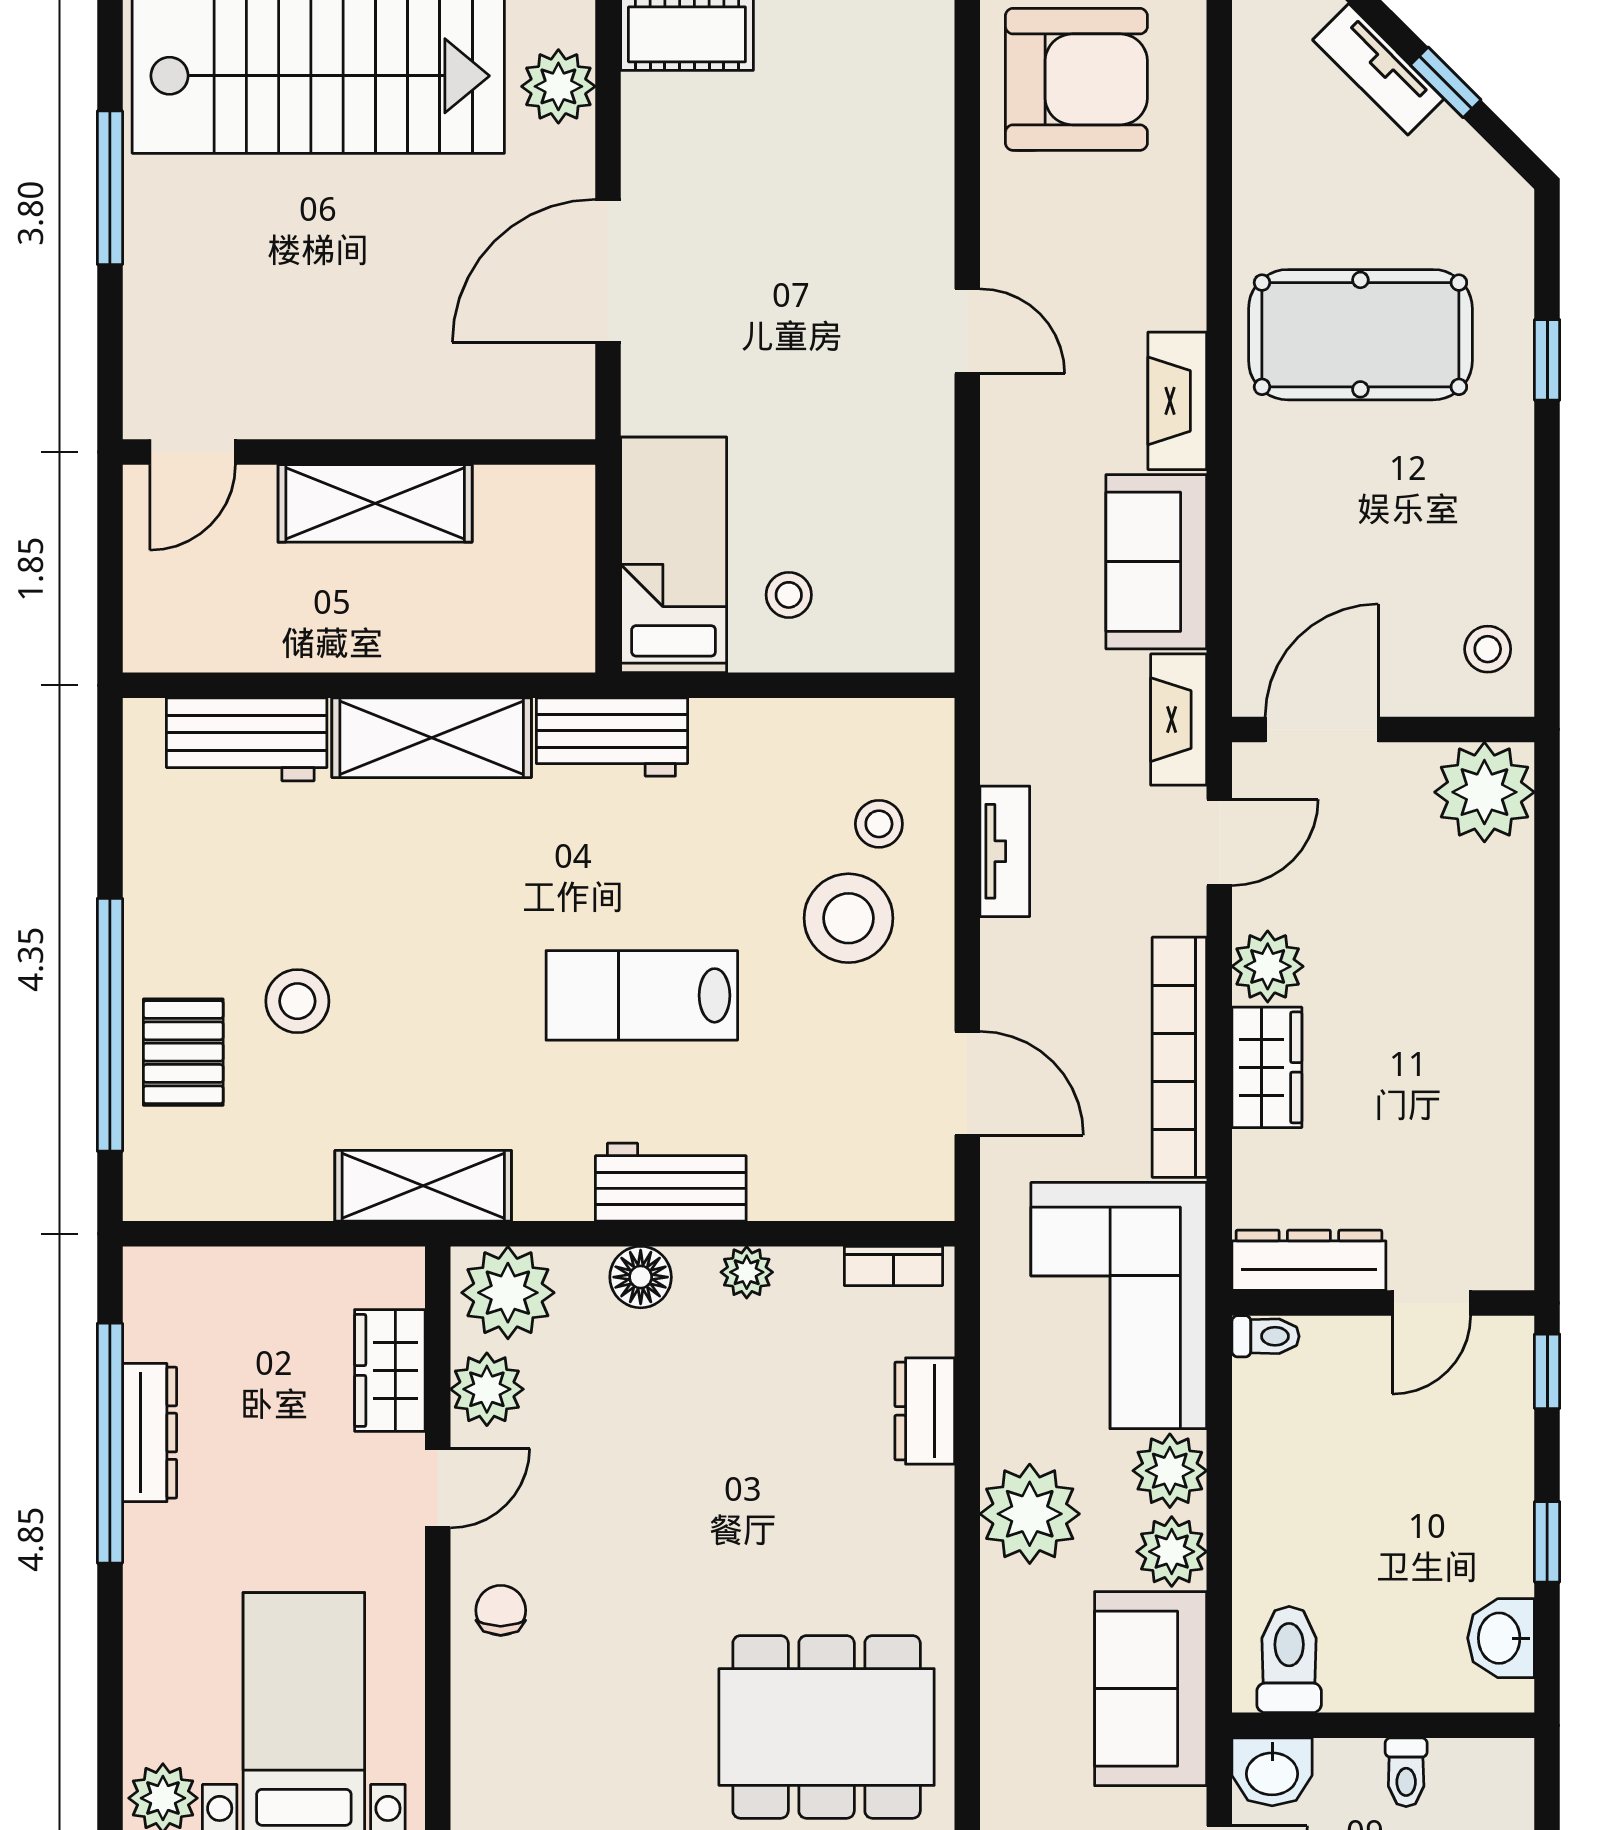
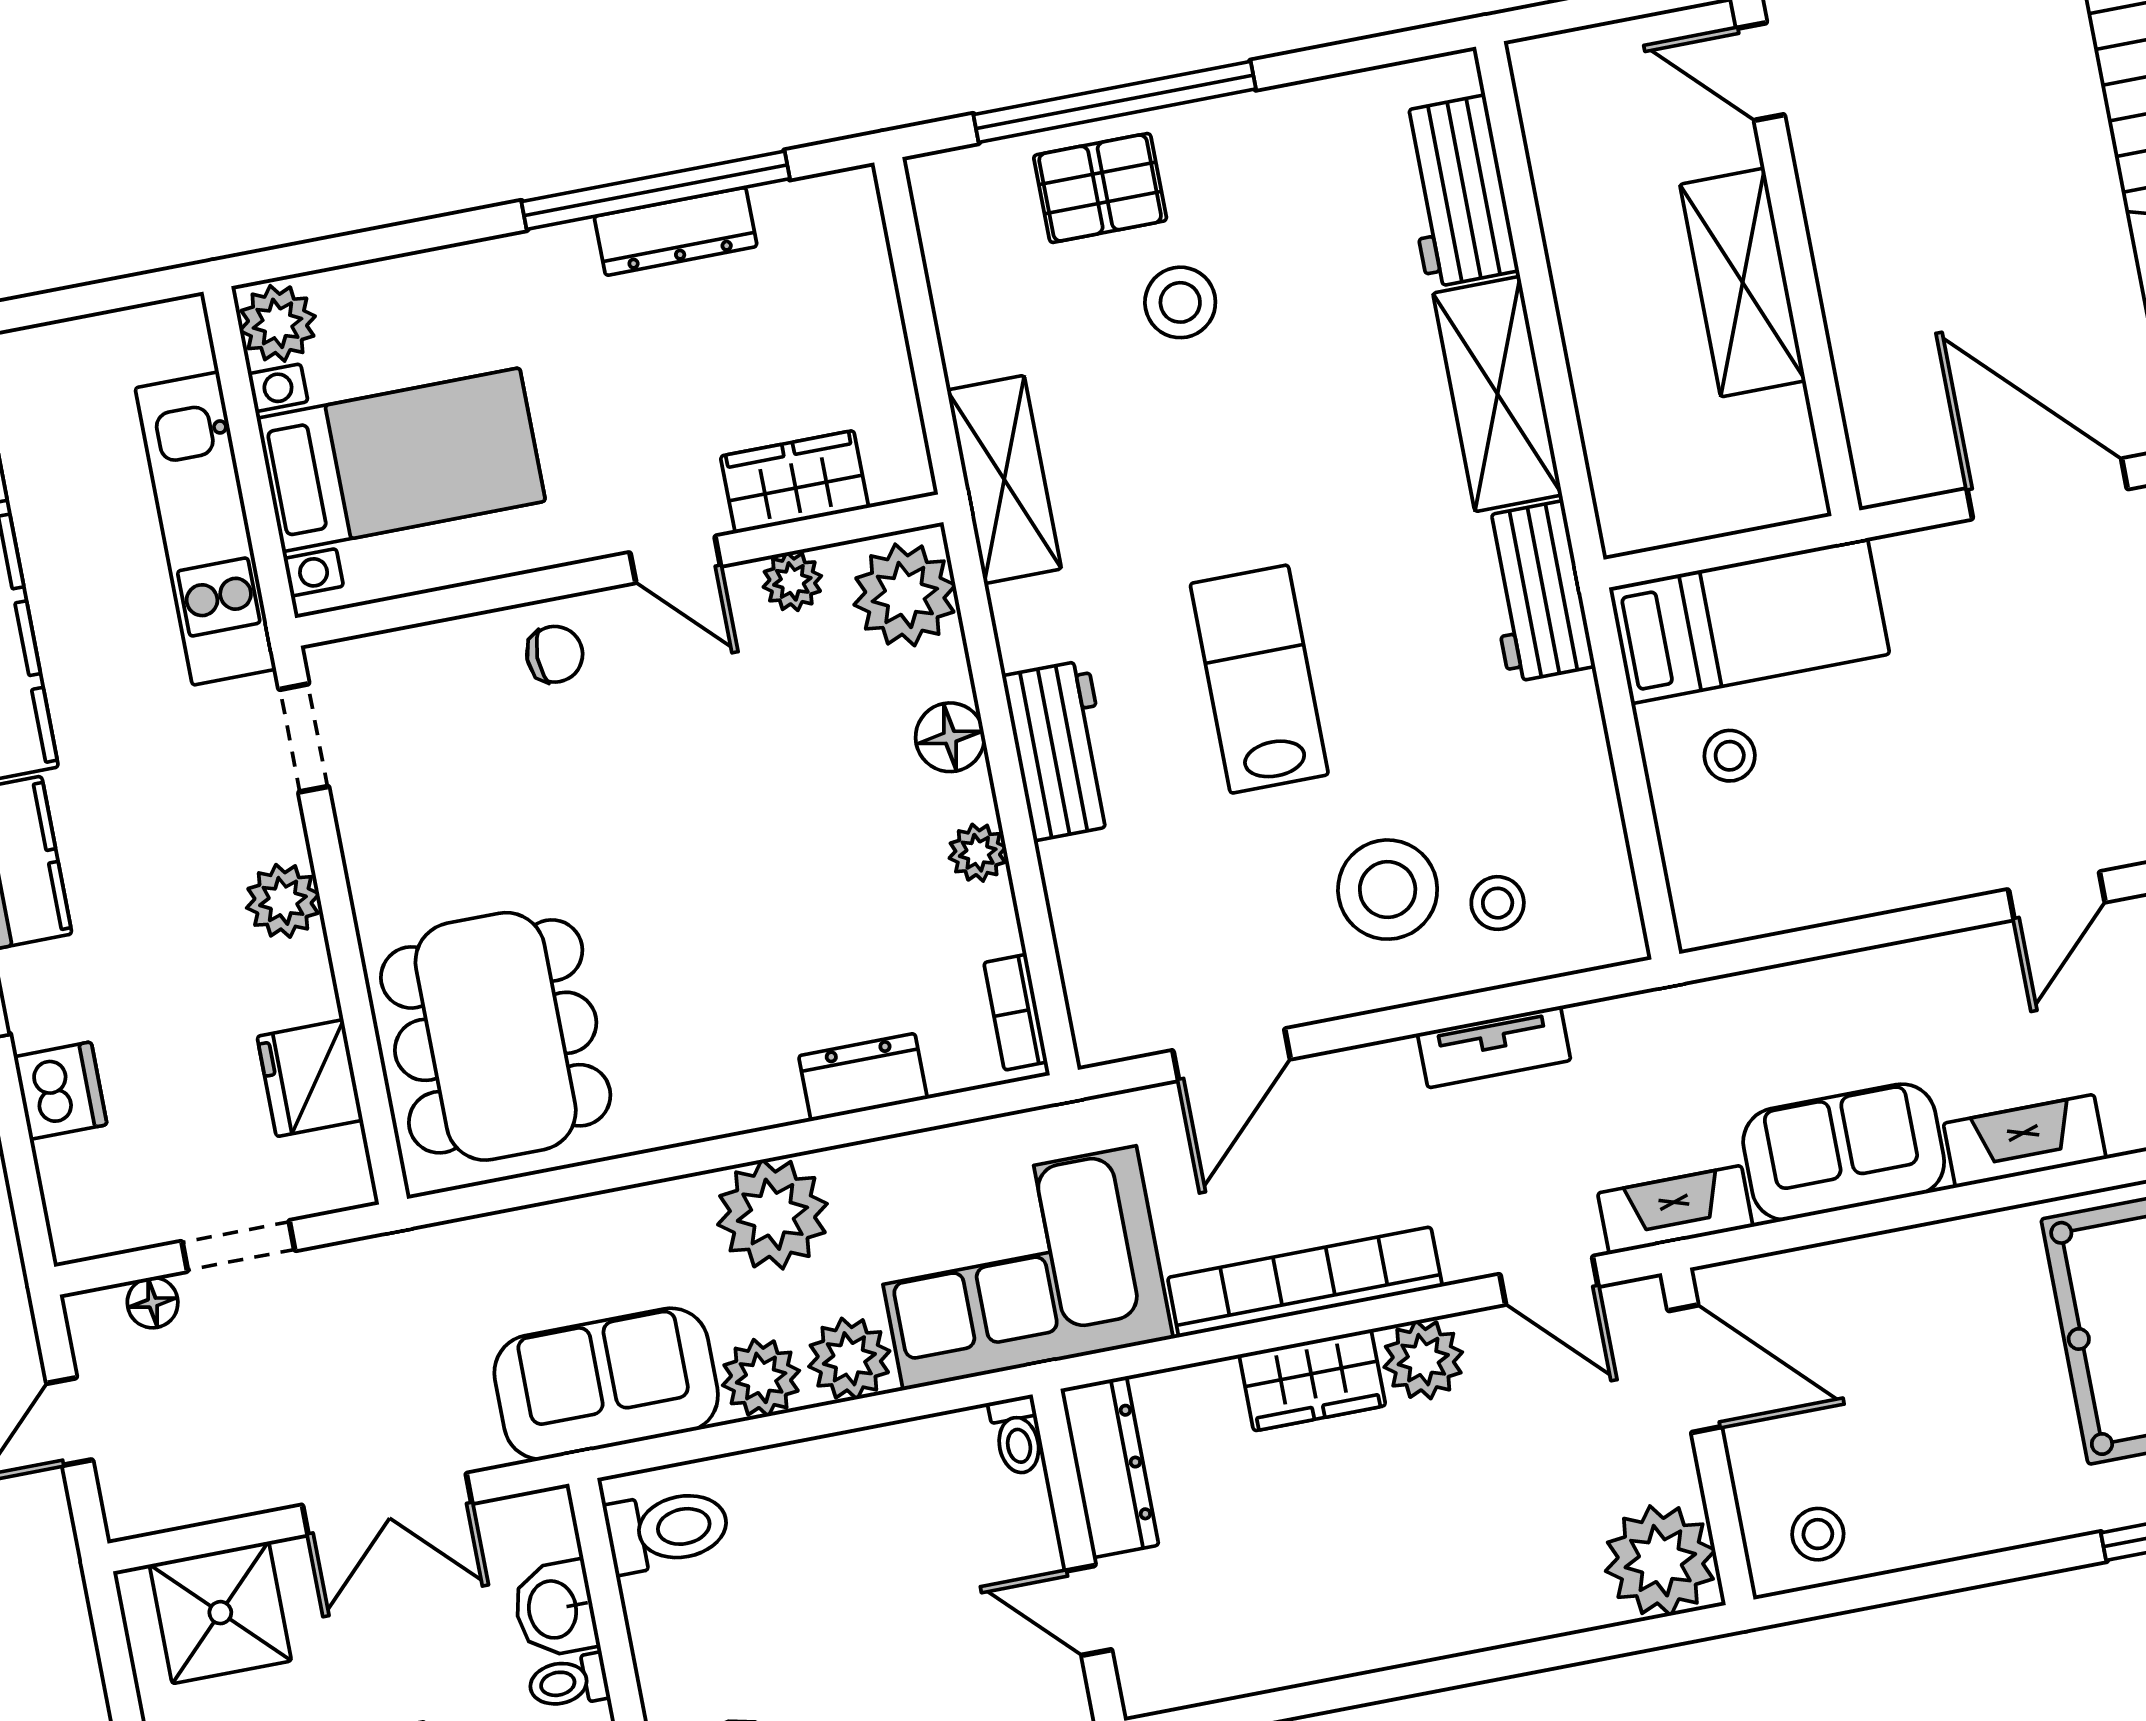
plant: (487, 1389) -> (792, 581), width x0.73, depth x0.73
washbasin: (1272, 1772) -> (555, 1609), moved

